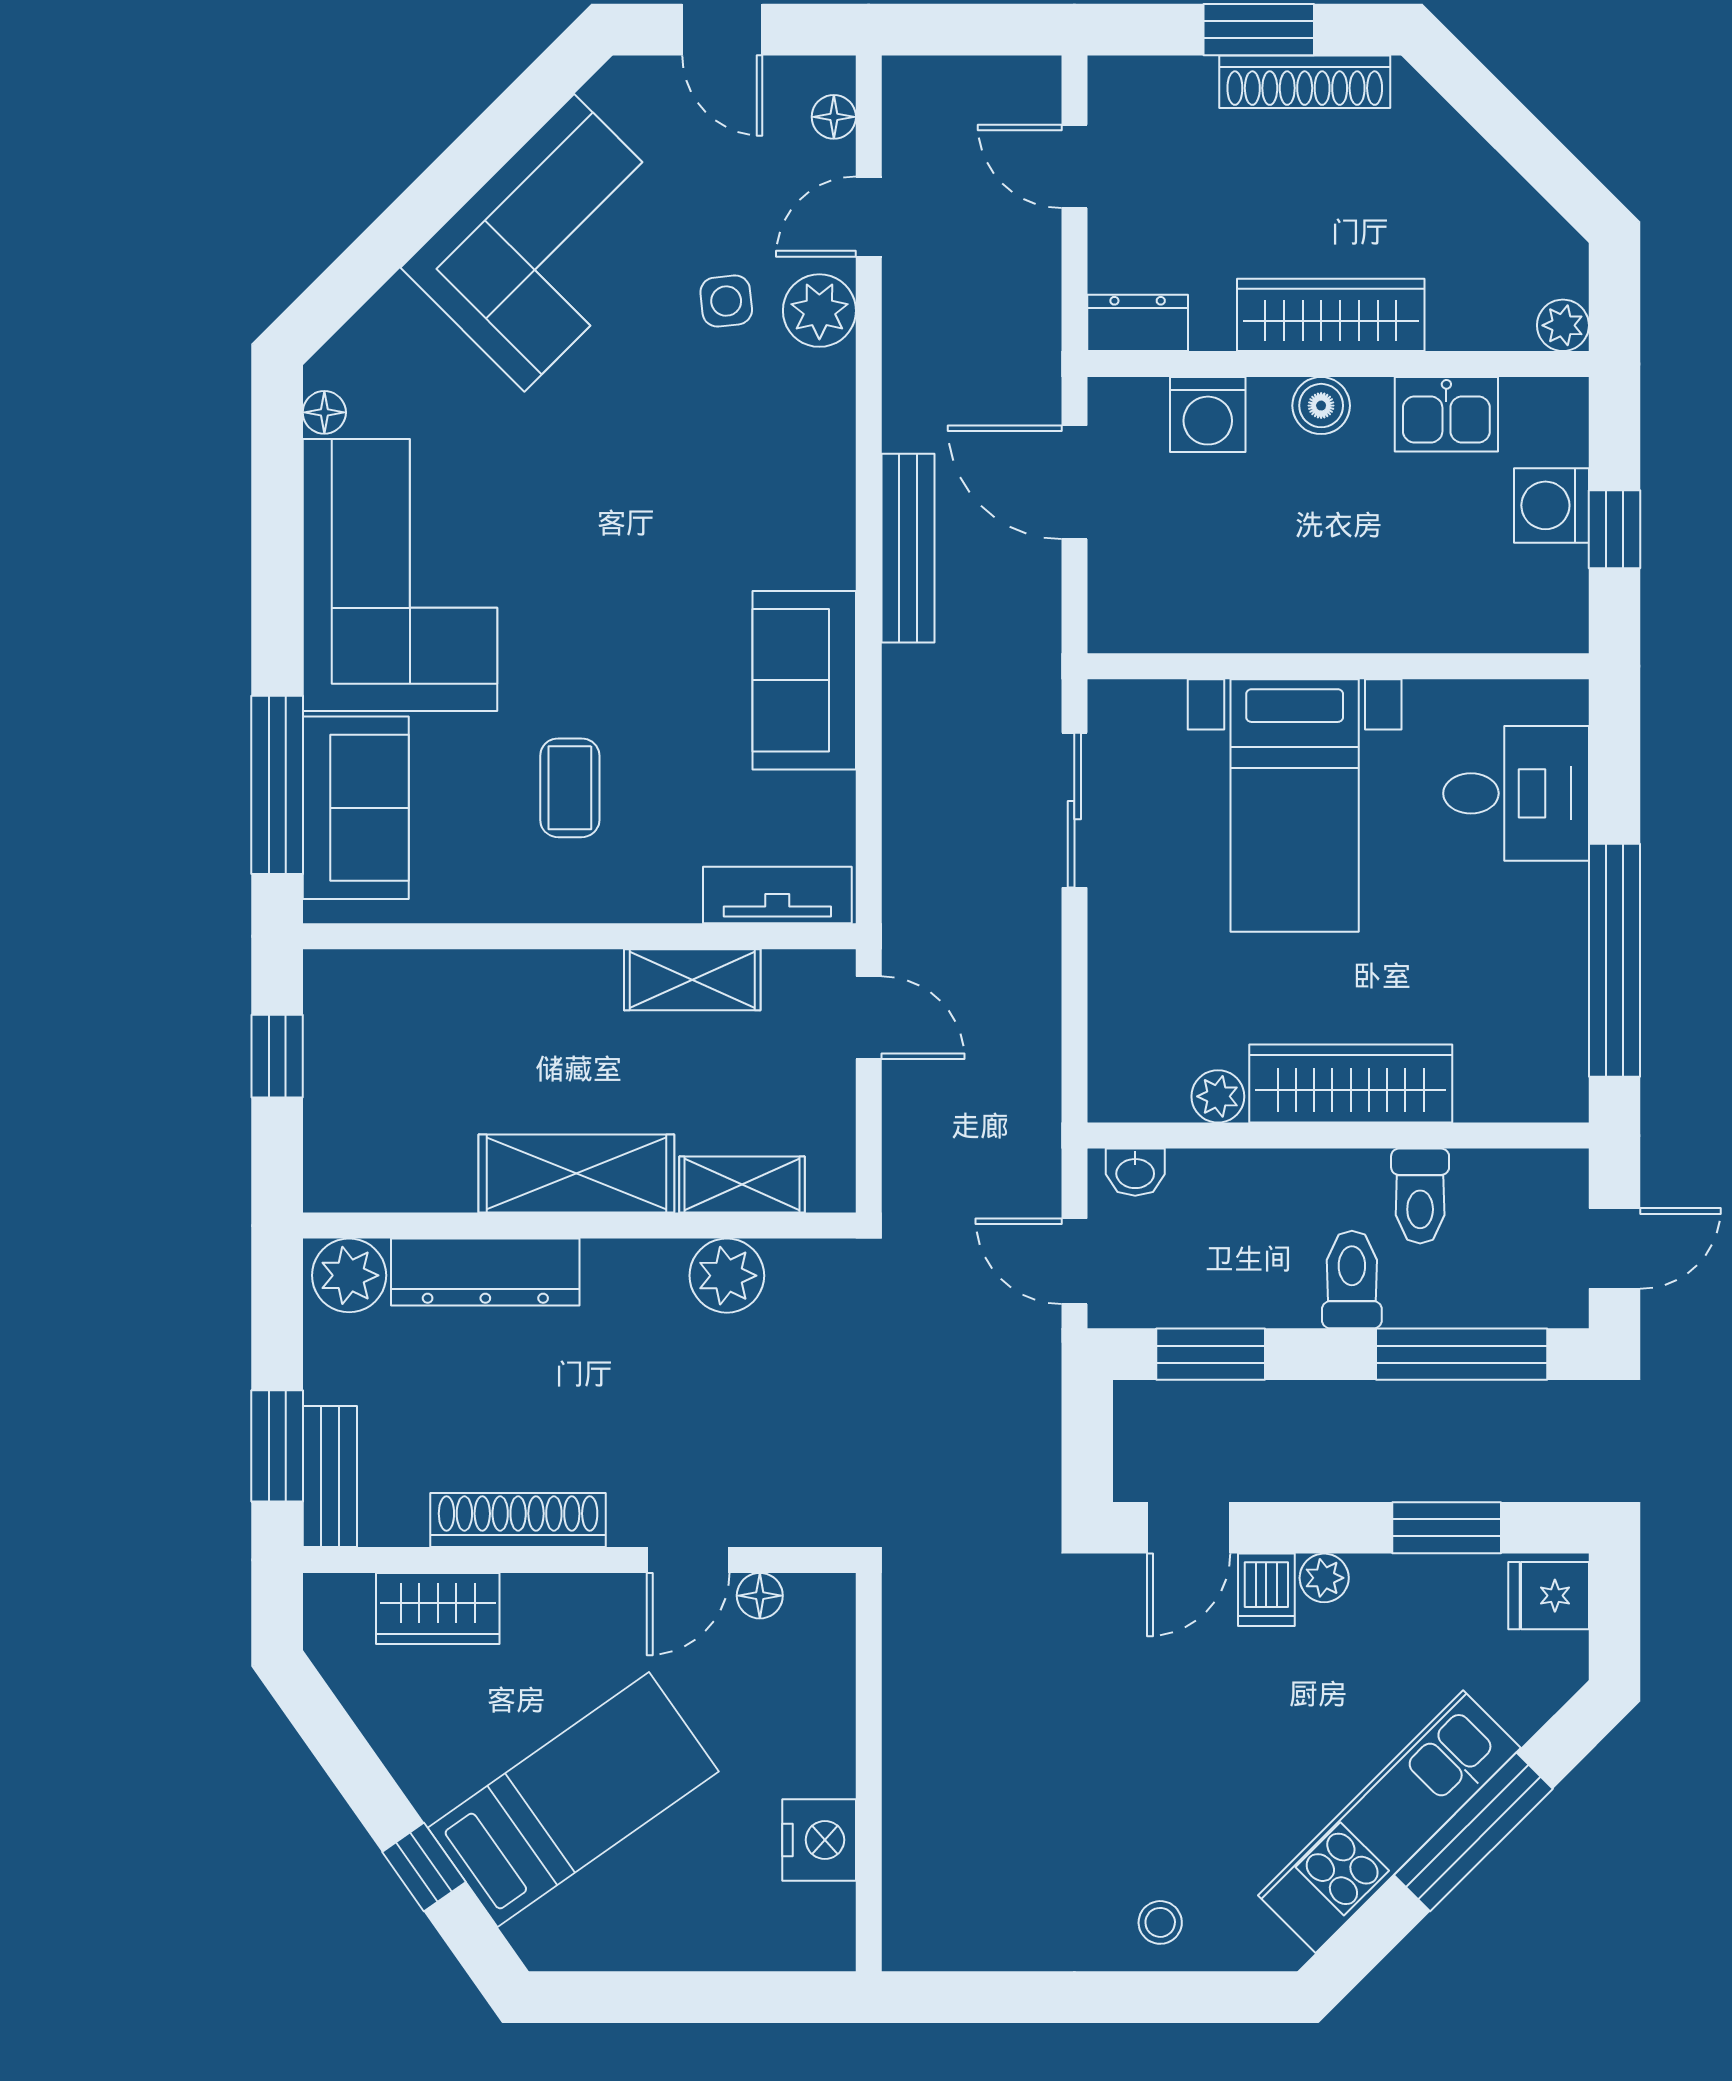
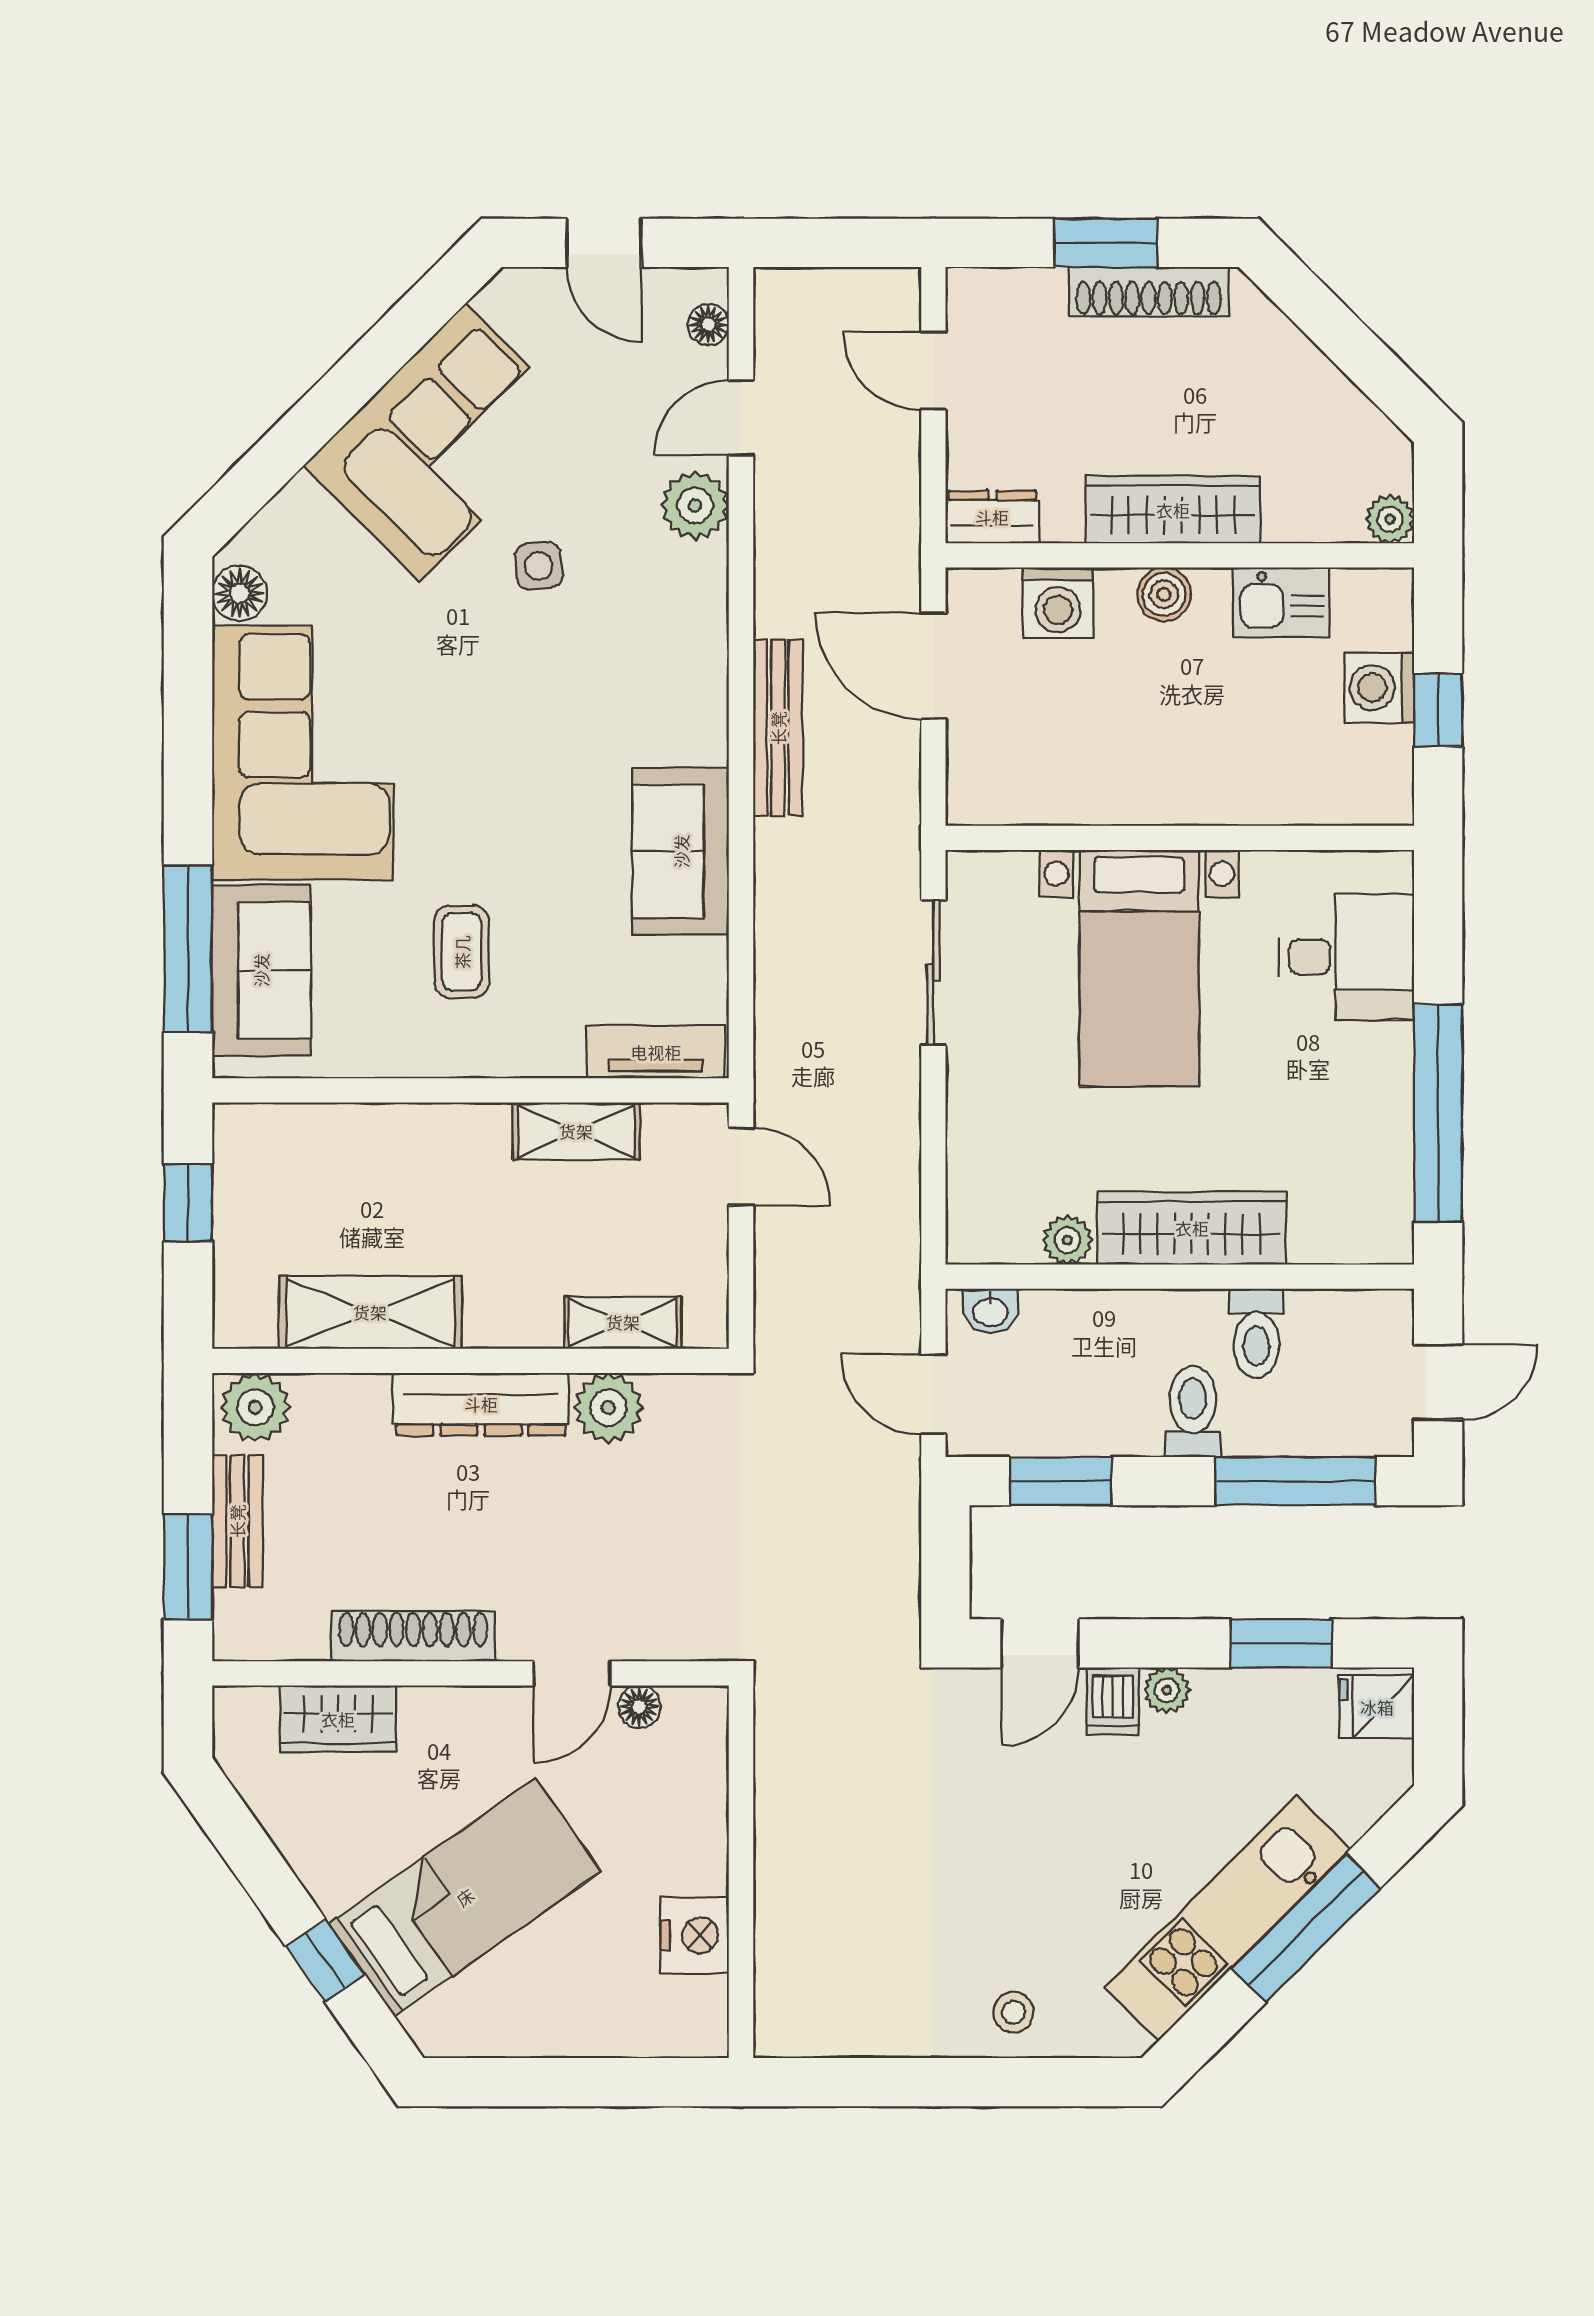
side table: (726, 301) -> (539, 566), moved
floor lamp: (324, 412) -> (240, 593), width x1.37, depth x1.37
shelving: (576, 1174) -> (370, 1312), moved
dresser: (485, 1272) -> (481, 1404), moved
bench: (330, 1476) -> (237, 1521), moved

